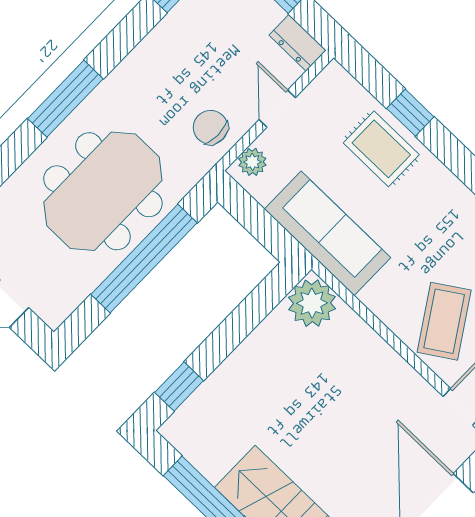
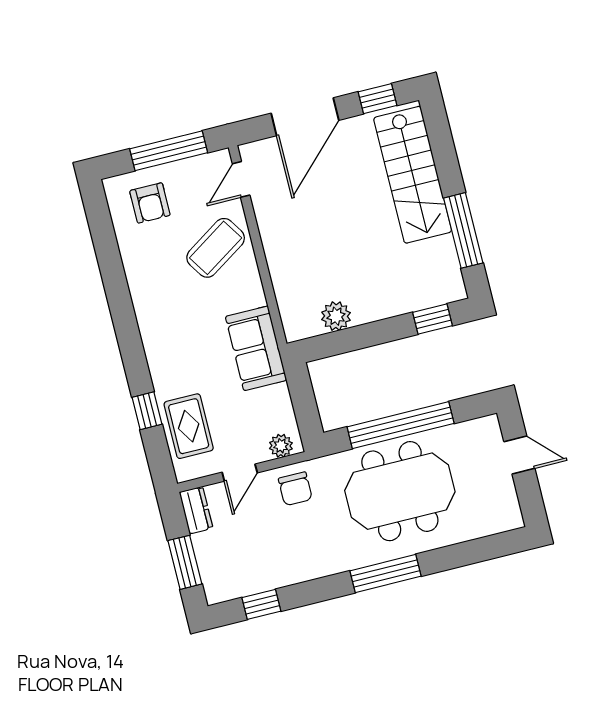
rug: (381, 149) -> (189, 426), moved
sofa: (327, 233) -> (256, 348), width x0.73
plant: (312, 303) -> (336, 316), moved, width x0.73, depth x0.73

